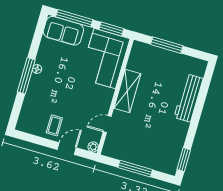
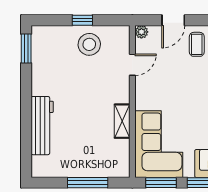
shelving: (127, 91) -> (122, 121), width x0.67, depth x0.75
stool: (135, 149) -> (89, 44), added
window: (135, 169) -> (82, 20), width x0.46

